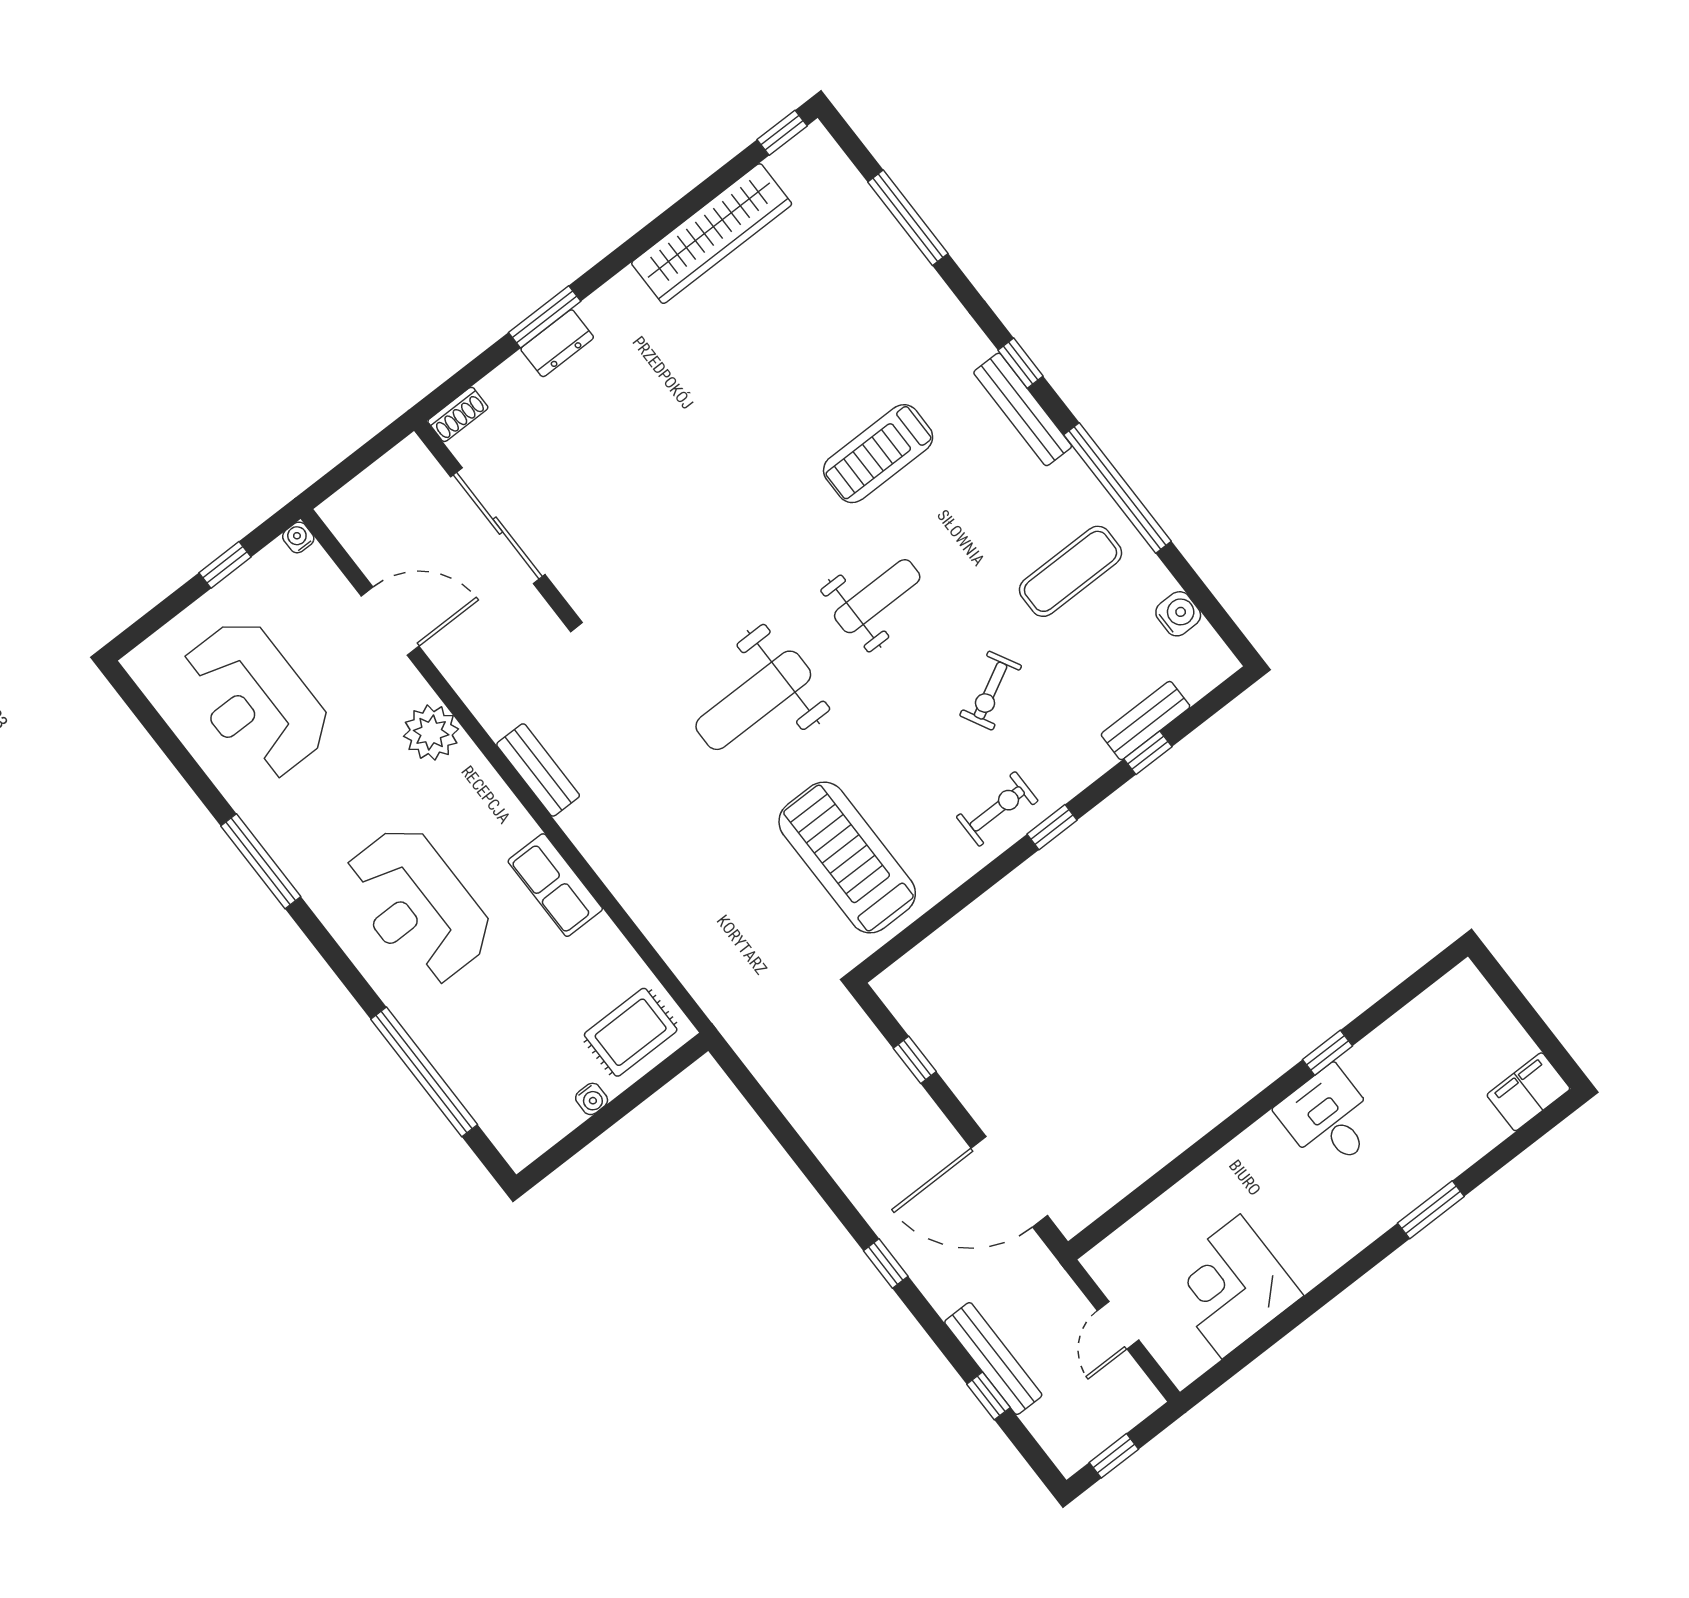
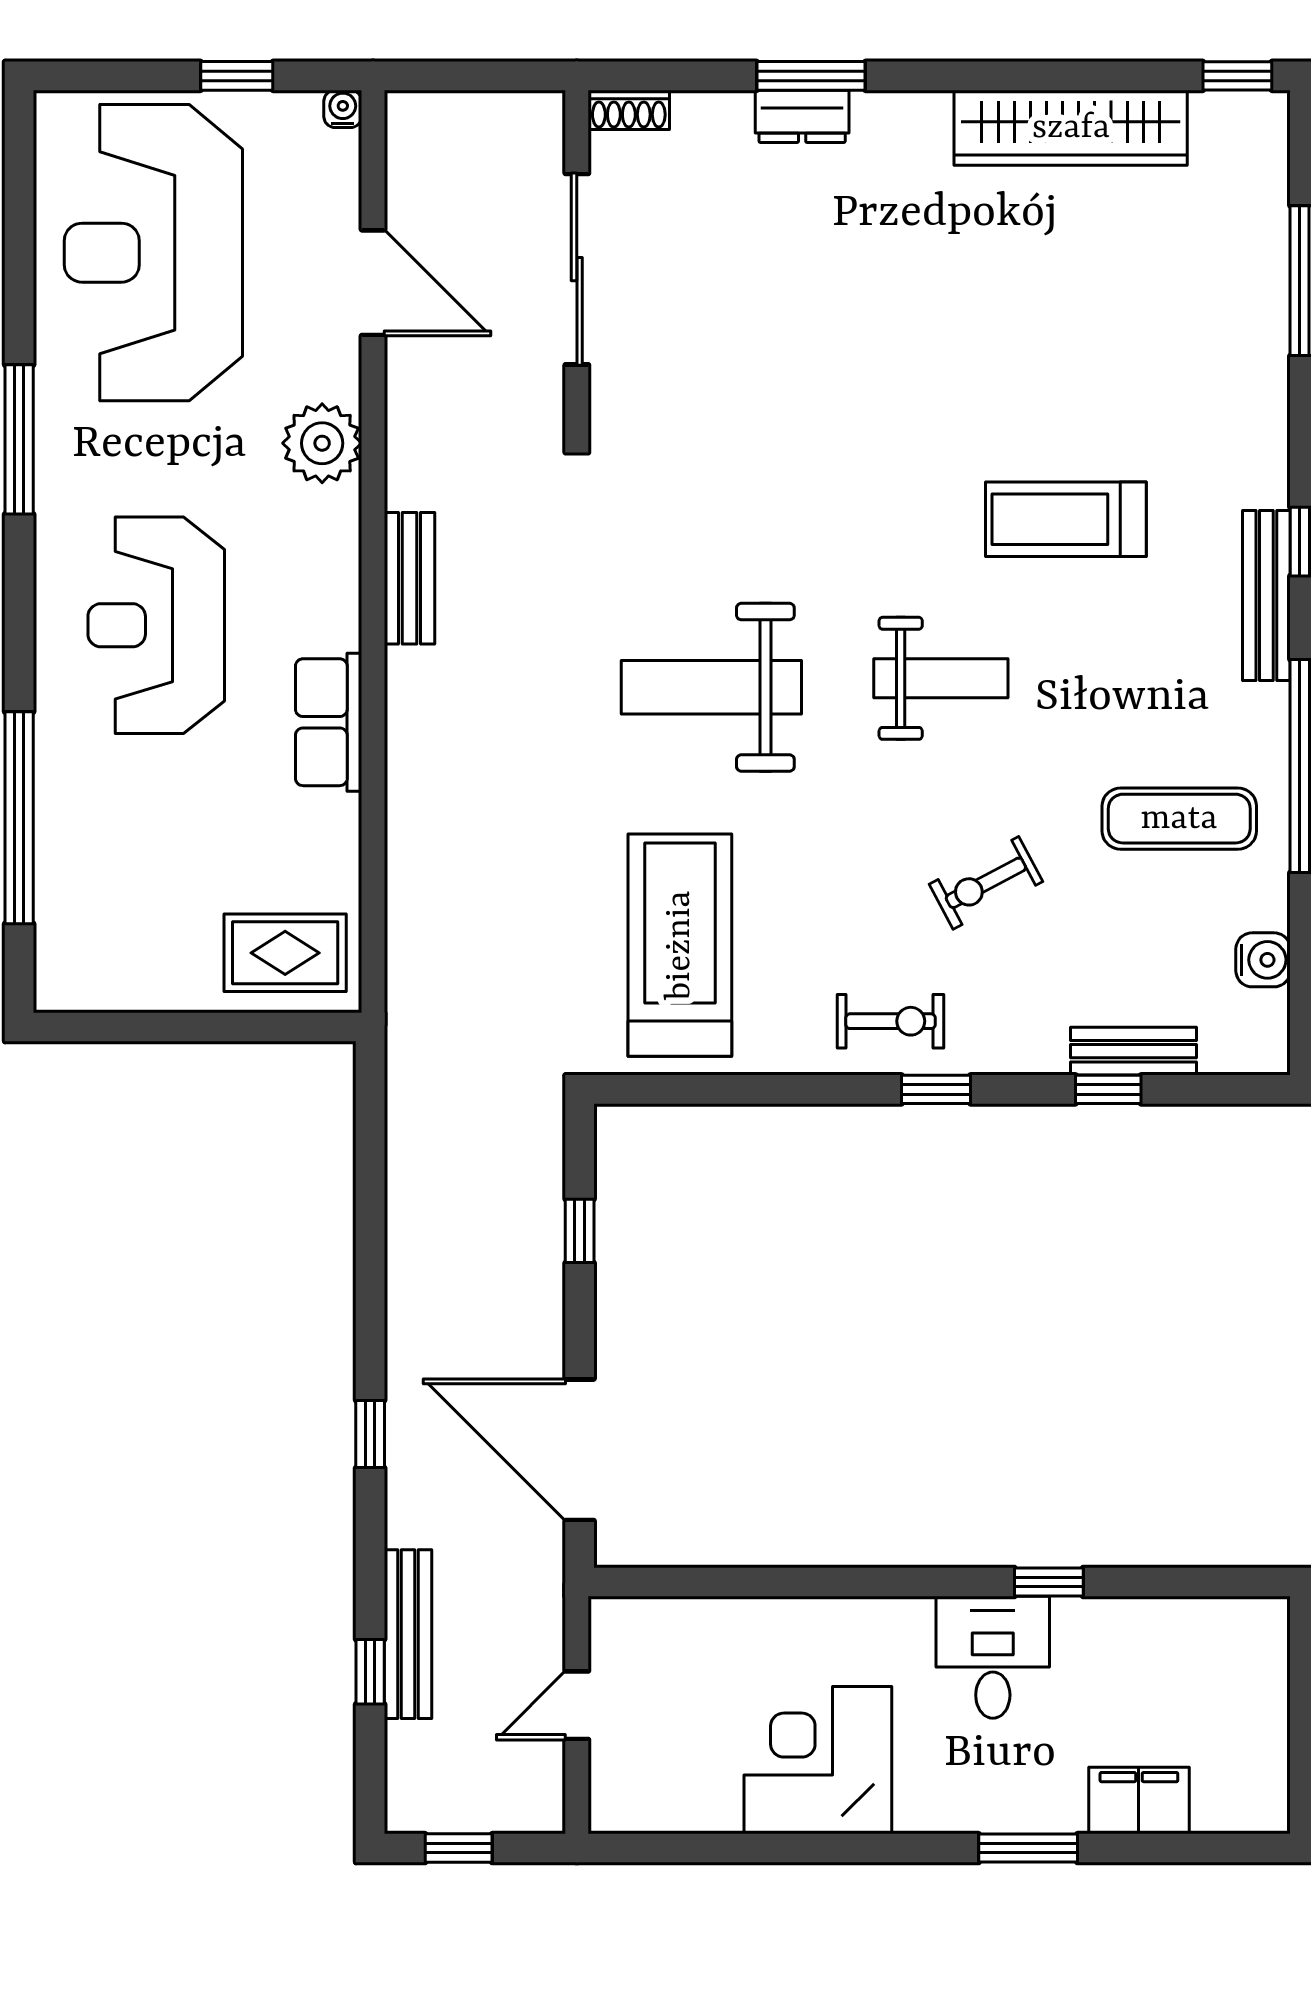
reception desk: (255, 699) -> (153, 253), width x1.36, depth x1.30
filing cabinet: (1528, 1092) -> (1139, 1800), moved
water cooler: (592, 1099) -> (183, 994), removed
corner desk: (1231, 1286) -> (818, 1760), moved

